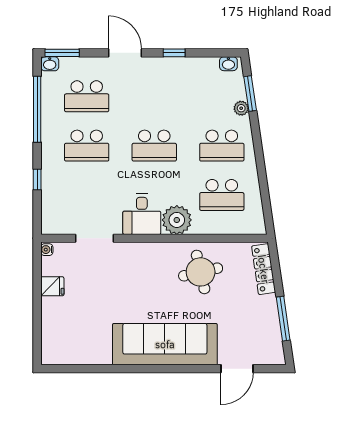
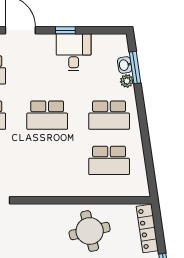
washbasin: (228, 64) -> (125, 65), moved, turned 82
desk: (142, 214) -> (74, 52), moved, turned 180
plant: (177, 220) -> (68, 183), removed

